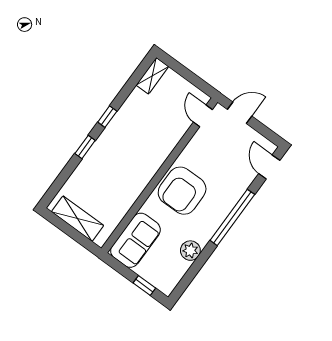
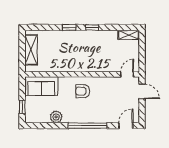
armchair: (182, 191) -> (83, 91), width x0.53, depth x0.53

